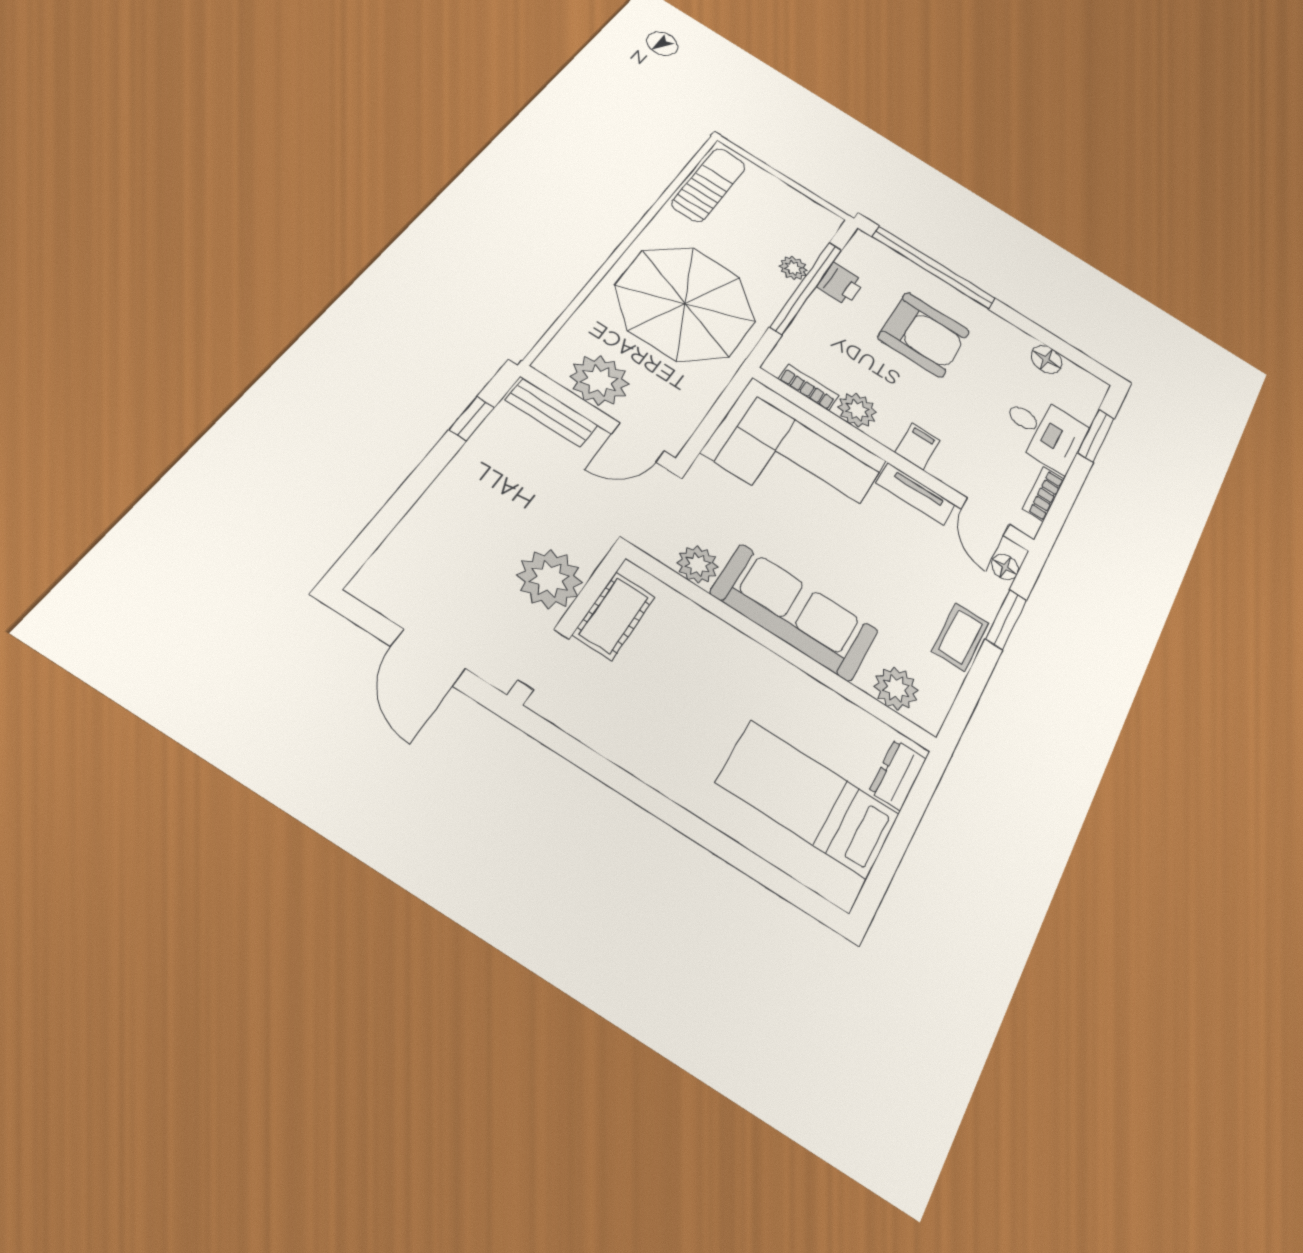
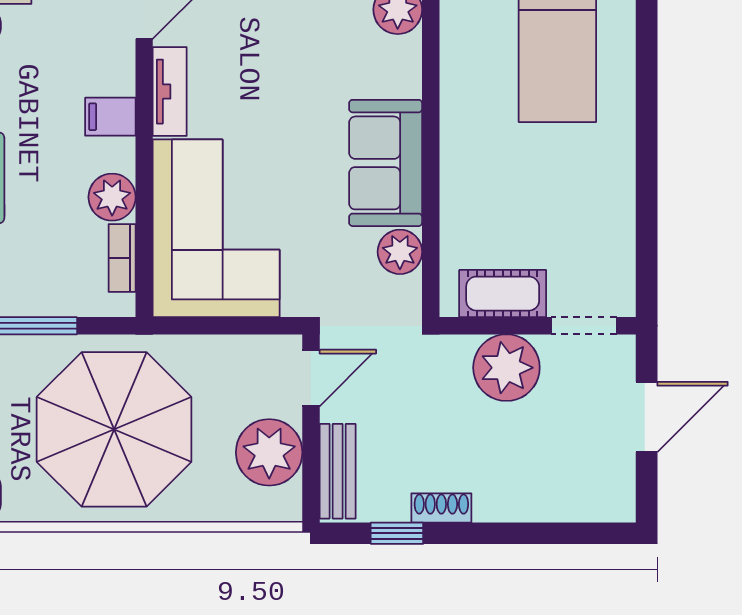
door: (638, 442) -> (311, 378), hinge flipped
shoe rack: (468, 460) -> (441, 508), added
sofa: (795, 612) -> (386, 163), width x0.73

